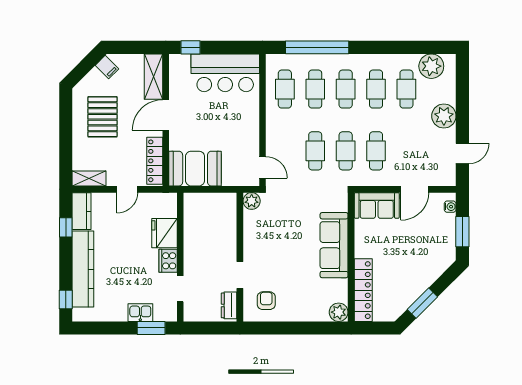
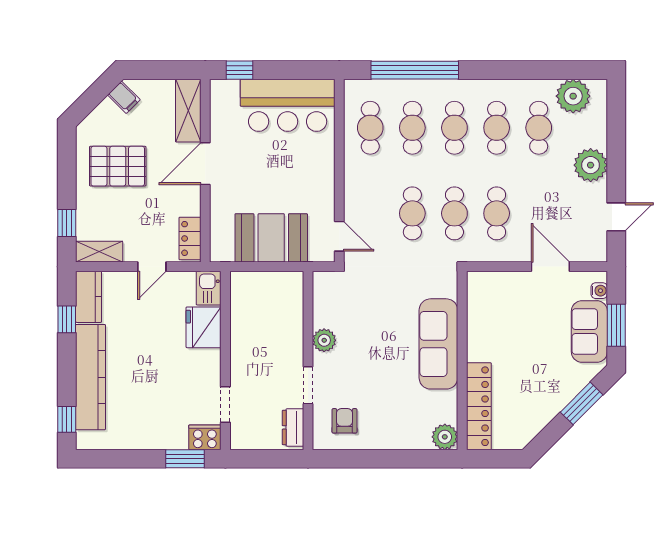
pallet: (103, 117) -> (118, 166), turned 90
window: (66, 158) -> (67, 223), added
locker: (155, 161) -> (190, 238), width x0.66
booth: (195, 169) -> (271, 238), moved
door: (415, 189) -> (550, 267), swing flipped
plant: (252, 201) -> (324, 340), moved
sofa: (377, 205) -> (589, 331), moved, turned 90
cooker: (168, 261) -> (205, 437), moved, turned 90
window: (422, 303) -> (582, 403), moved
kitchen sink: (140, 313) -> (209, 288), moved, turned -90

